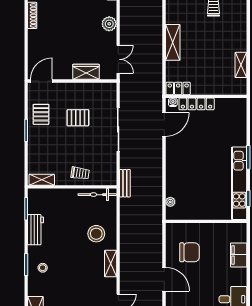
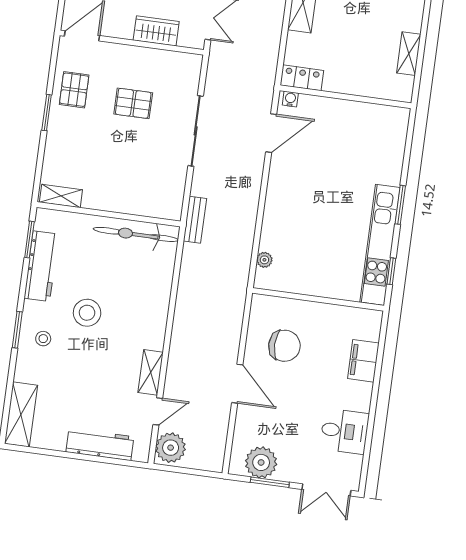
locker: (197, 104) -> (328, 107), removed
trolley: (80, 173) -> (125, 194), removed
bicycle: (97, 195) -> (136, 234), width x1.37, depth x1.40
workbench: (36, 230) -> (41, 266), width x1.38
stool: (96, 234) -> (87, 313), moved
shelving: (111, 264) -> (151, 372), moved

